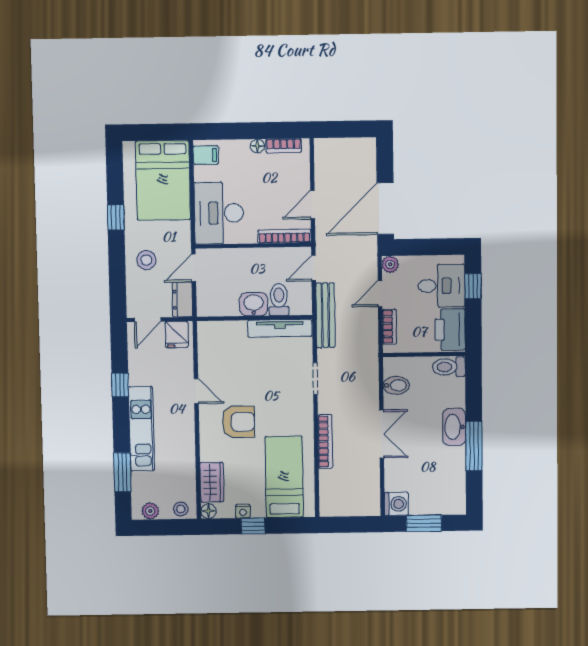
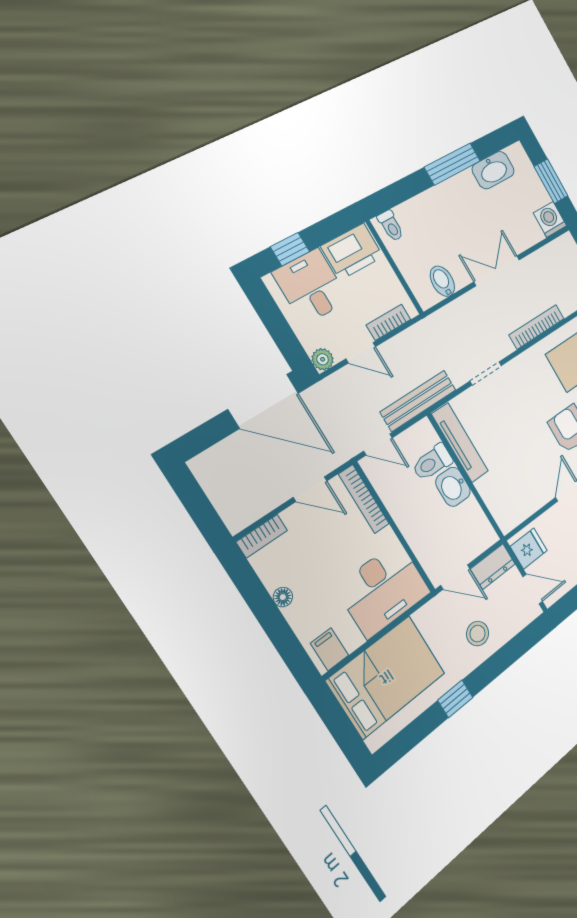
bookcase: (284, 146) -> (262, 536), moved, turned 90
toilet: (449, 367) -> (391, 226), width x0.73, depth x0.72
washbasin: (454, 427) -> (493, 170), moved

